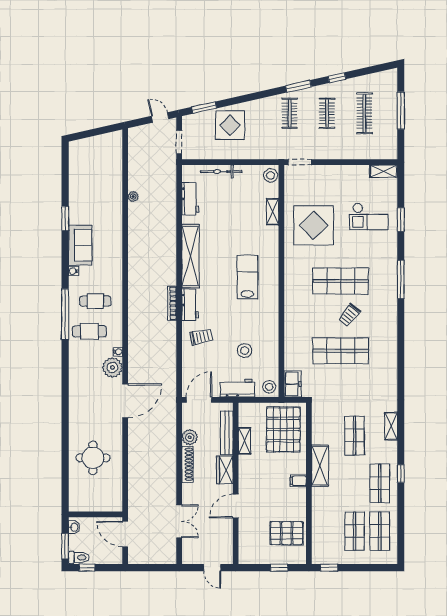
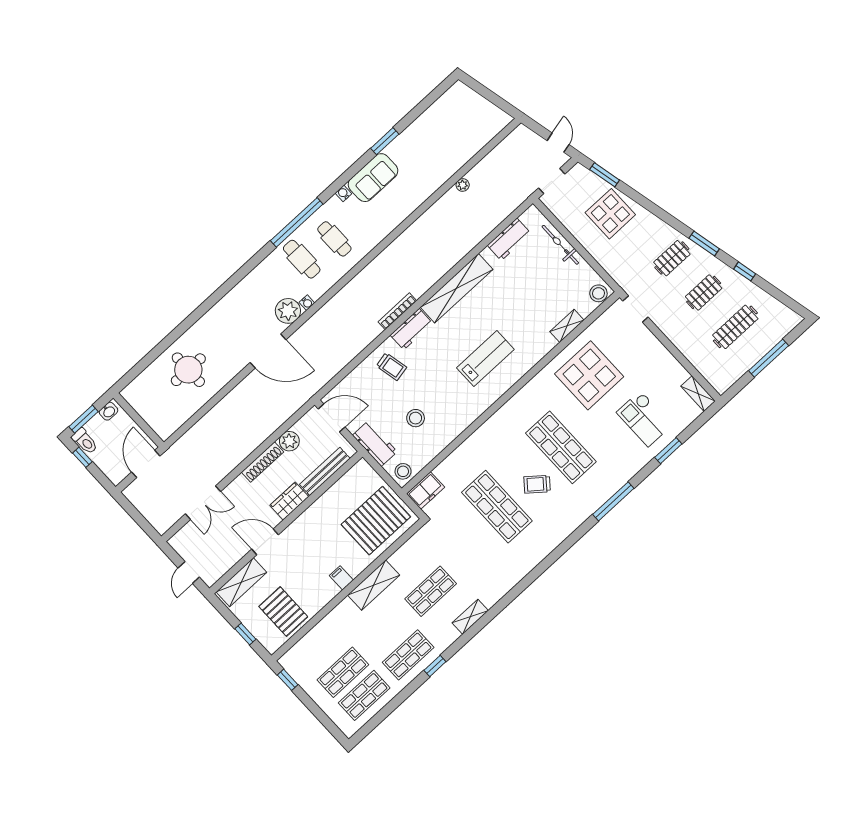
shelving: (245, 441) -> (241, 582), moved, width x1.50, depth x1.33

